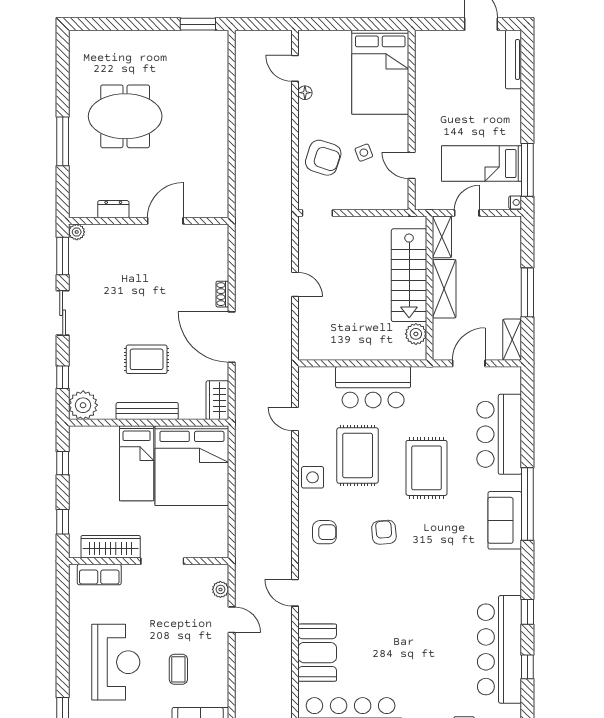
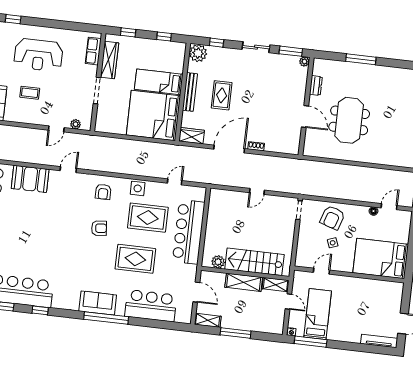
meeting table: (125, 116) -> (349, 120), moved
bar counter: (373, 387) -> (189, 232), width x1.36

